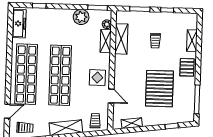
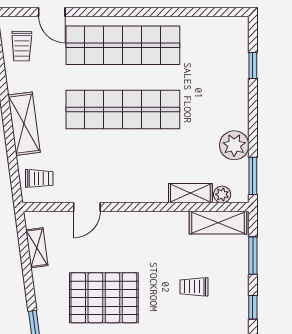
freezer: (19, 24) -> (218, 29), removed
shelving: (121, 39) -> (218, 223), moved
display table: (97, 78) -> (121, 180), removed

